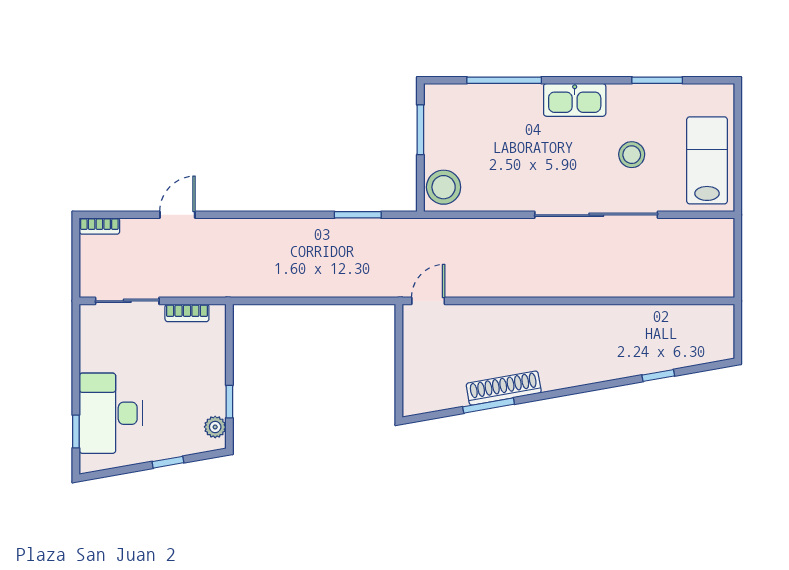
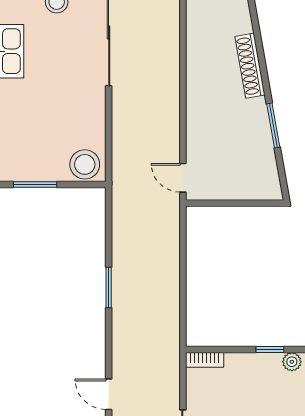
window: (358, 215) -> (109, 288), moved
bookcase: (187, 313) -> (205, 360), moved, turned 90
shoe rack: (504, 388) -> (250, 66), moved

